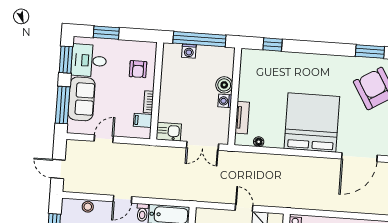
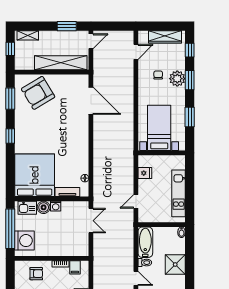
window: (273, 44) -> (10, 136), moved
washing machine: (189, 51) -> (24, 241), width x1.89, depth x1.89
bed: (312, 123) -> (35, 175), moved, turned 90
kitchen sink: (169, 132) -> (27, 208), moved, turned -90
door: (244, 208) -> (136, 201), moved

